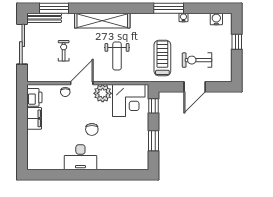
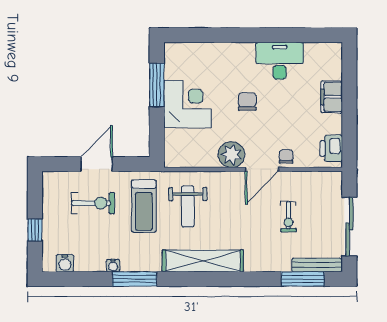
shelving: (102, 21) -> (203, 261), moved
weight bench: (117, 56) -> (188, 207), moved, turned 180
corner desk: (129, 100) -> (187, 104), moved, turned 90
window: (154, 106) -> (157, 136), removed
filing cabinet: (34, 118) -> (332, 97), moved
window: (154, 141) -> (157, 85), width x1.44
desk: (80, 157) -> (280, 61), moved

